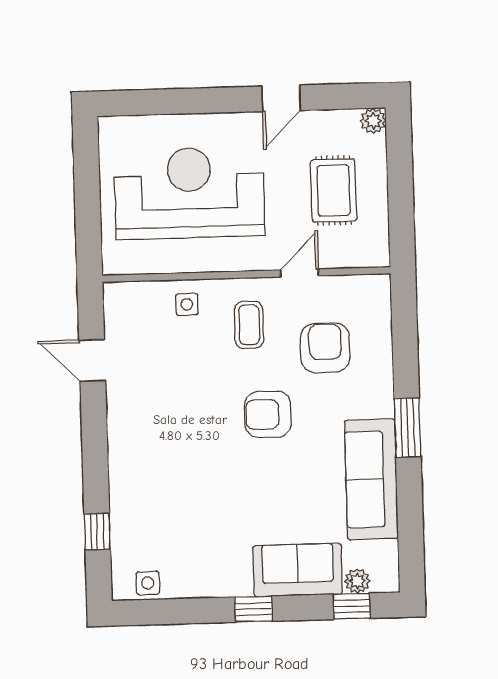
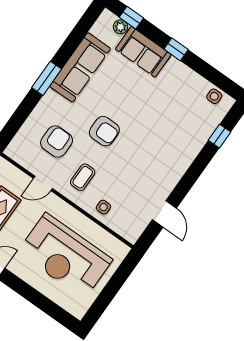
armchair: (325, 348) -> (57, 142), turned 180

